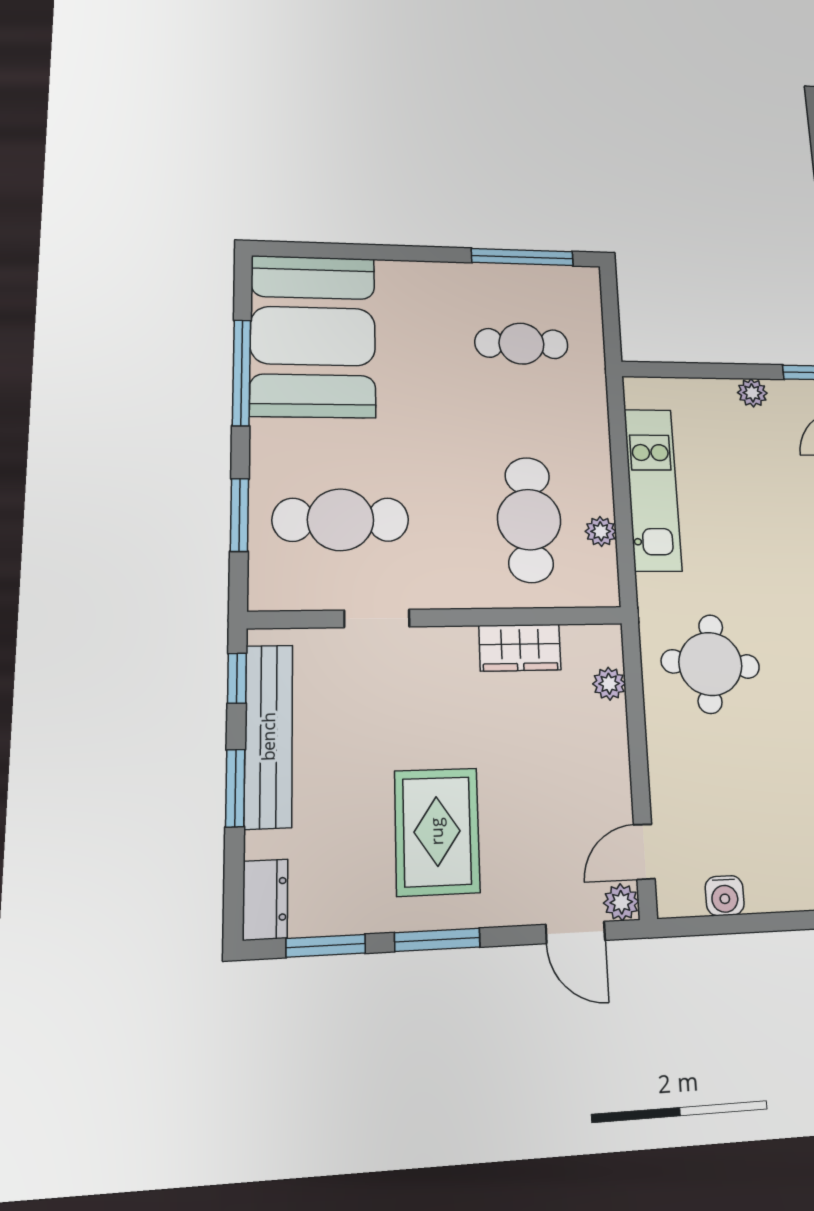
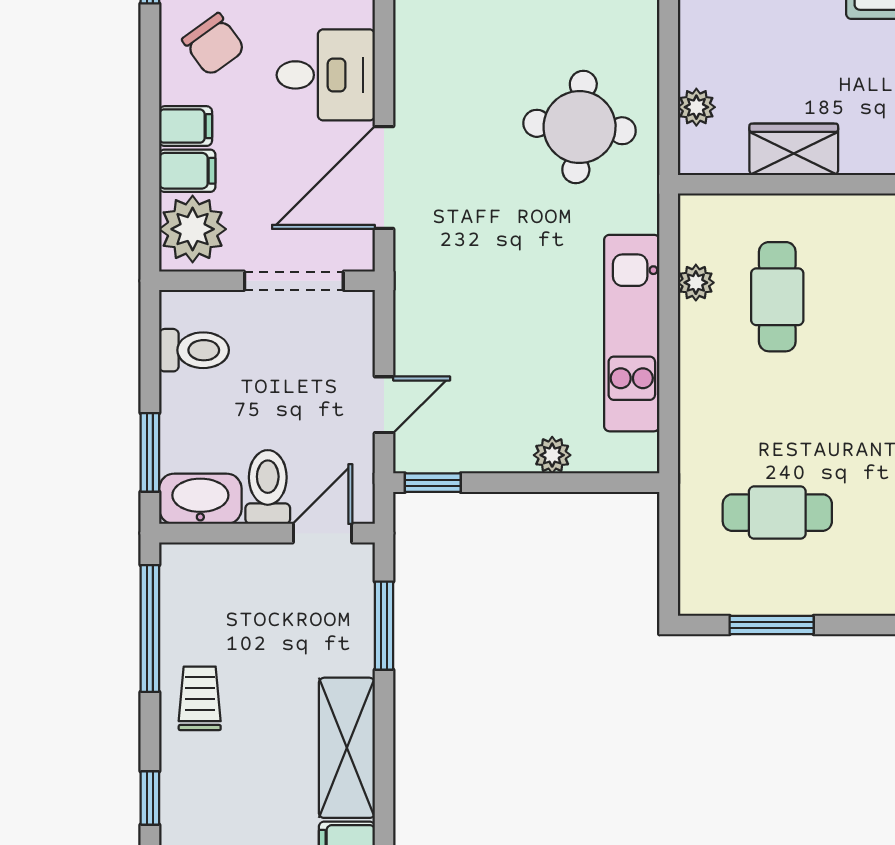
window: (522, 257) -> (772, 625), width x0.69
plant: (752, 393) -> (552, 455), moved
cafe table: (529, 520) -> (777, 297), width x0.73, depth x0.74

